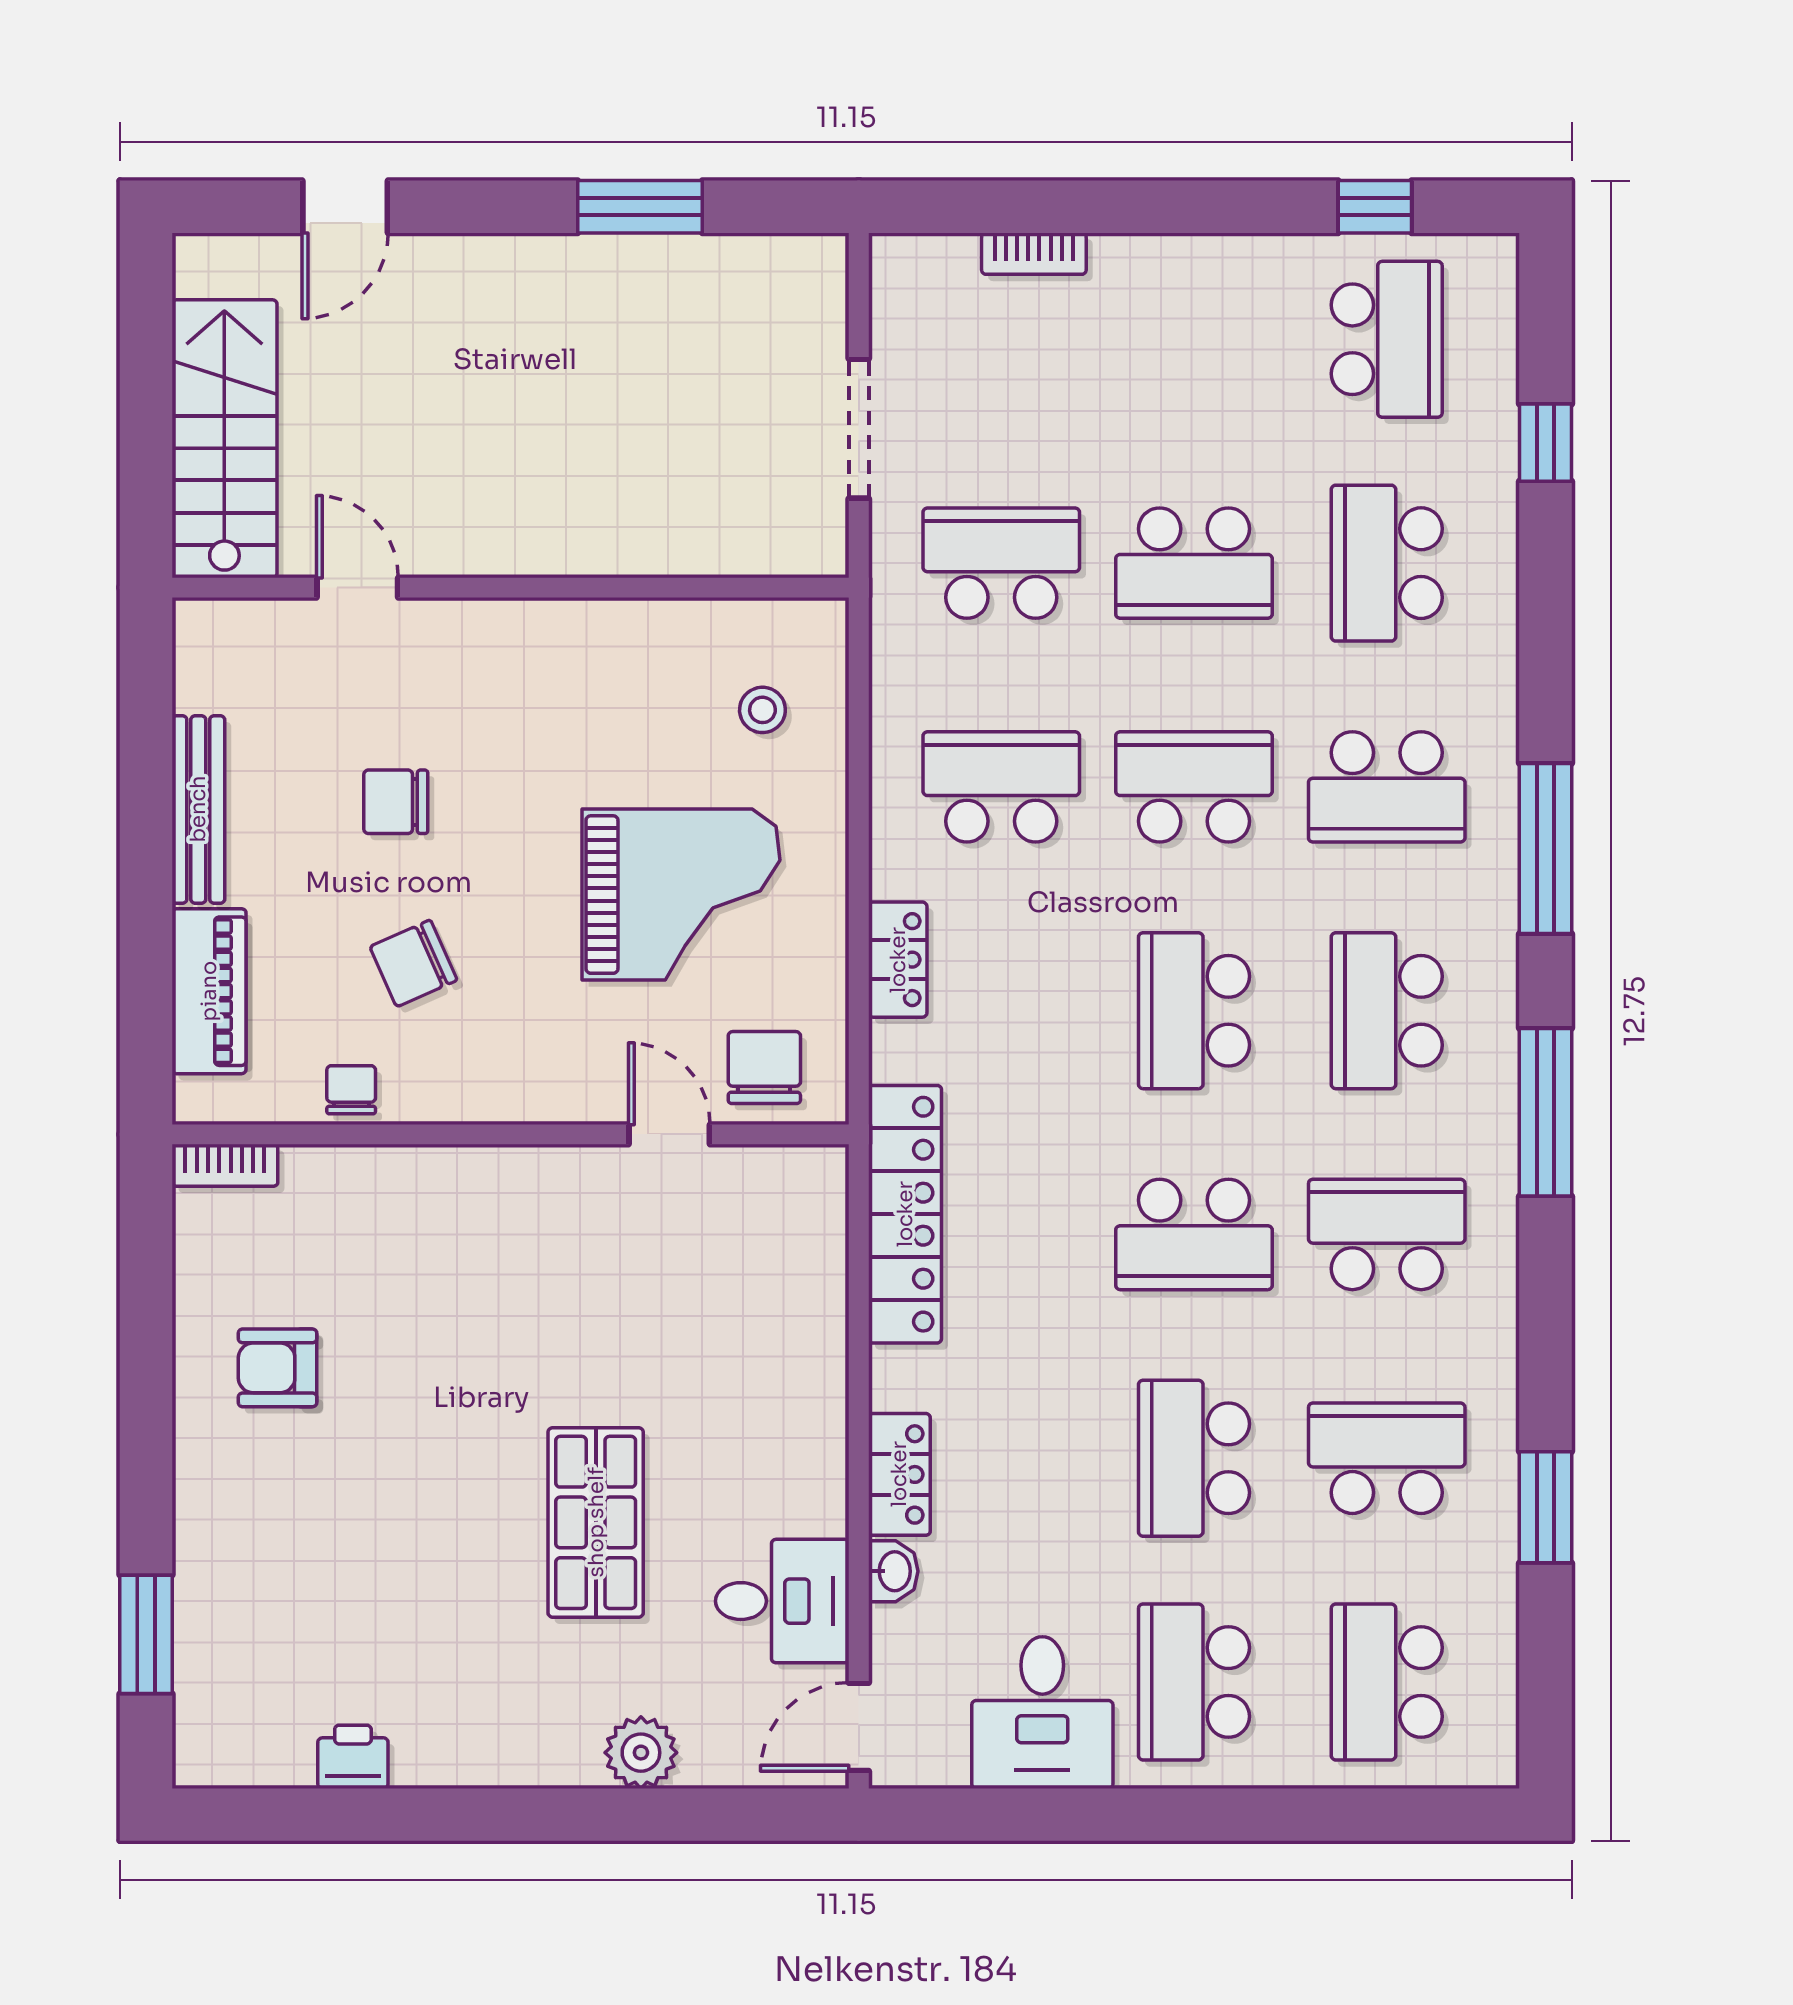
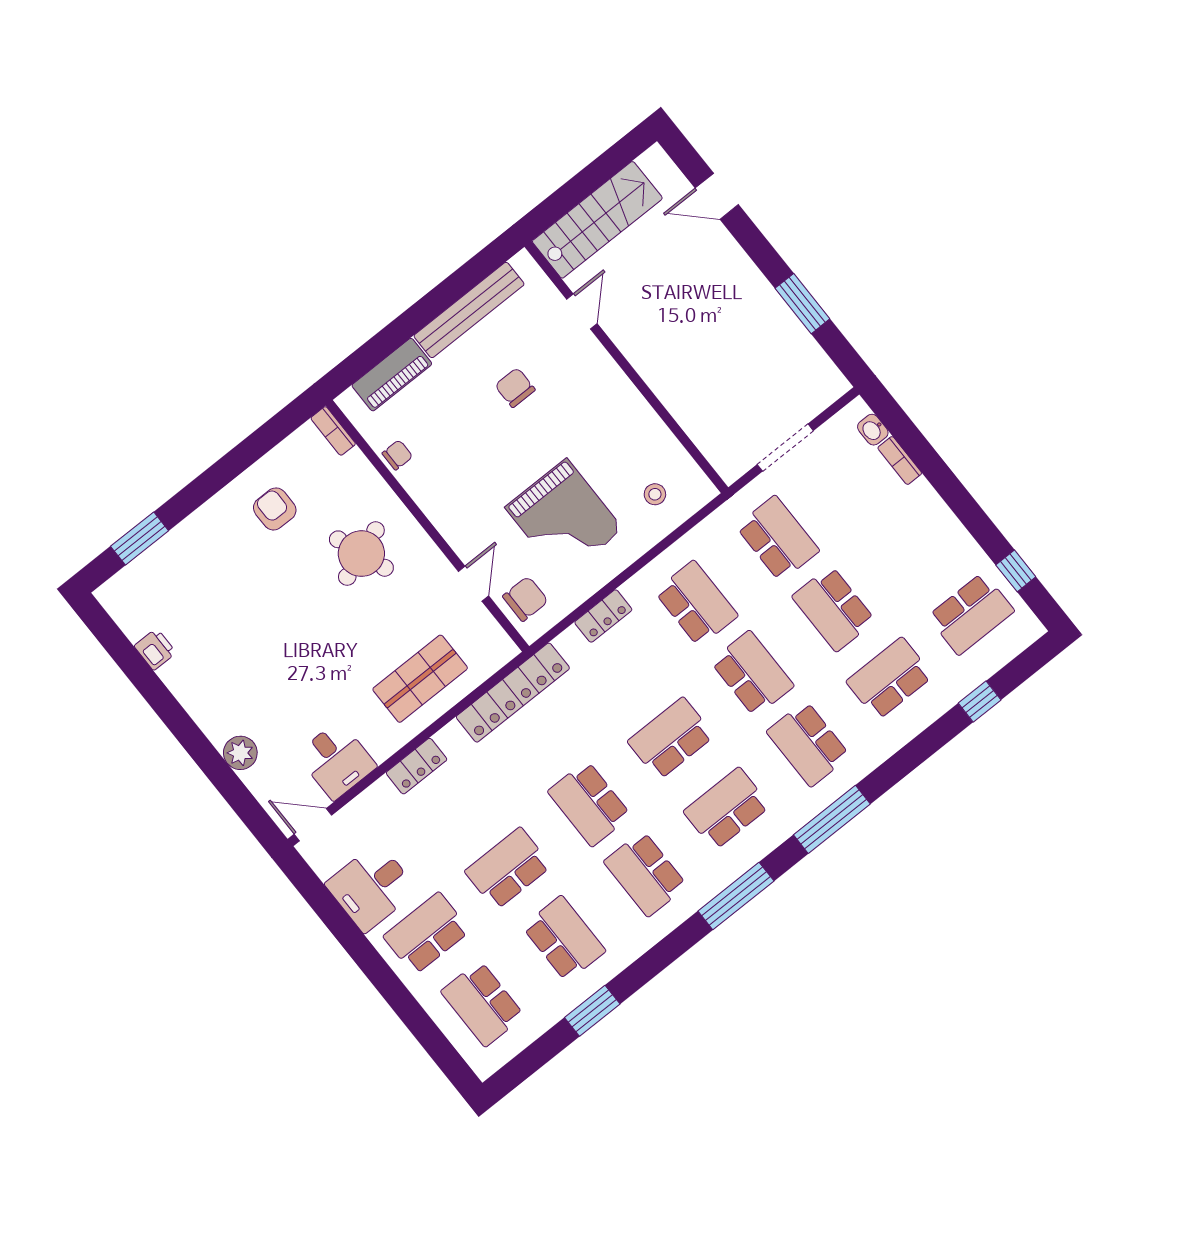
bench: (198, 809) -> (469, 310), width x1.37, depth x1.21
chair: (413, 963) -> (461, 441), removed
school desk: (1387, 1234) -> (645, 874), turned 180
round table: (469, 1282) -> (361, 554), added
shop shelf: (596, 1522) -> (420, 679), moved
washbasin: (893, 1571) -> (873, 430), moved, turned 90
school desk: (1387, 1682) -> (483, 1004), turned -90

